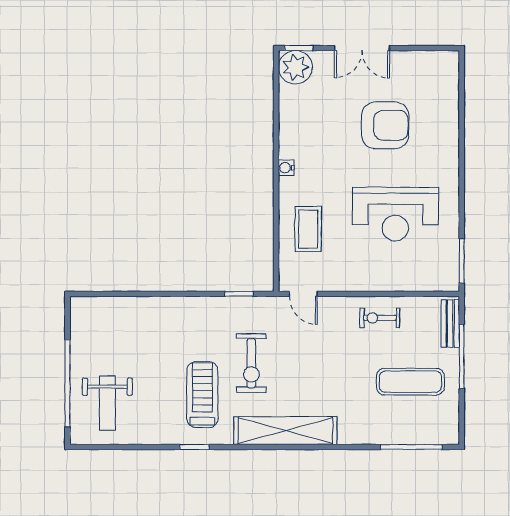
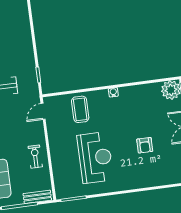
armchair: (385, 125) -> (145, 145), width x0.53, depth x0.53
reception desk: (395, 214) -> (95, 158), turned 180
coffee table: (308, 229) -> (80, 109), turned 90

